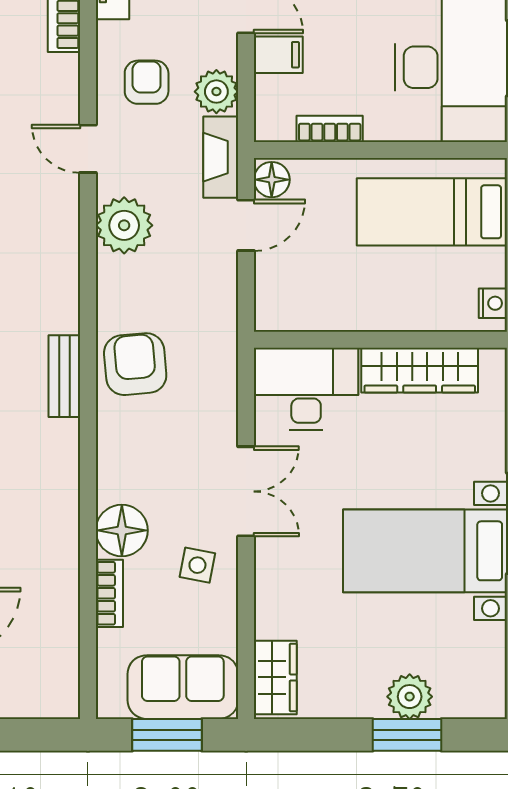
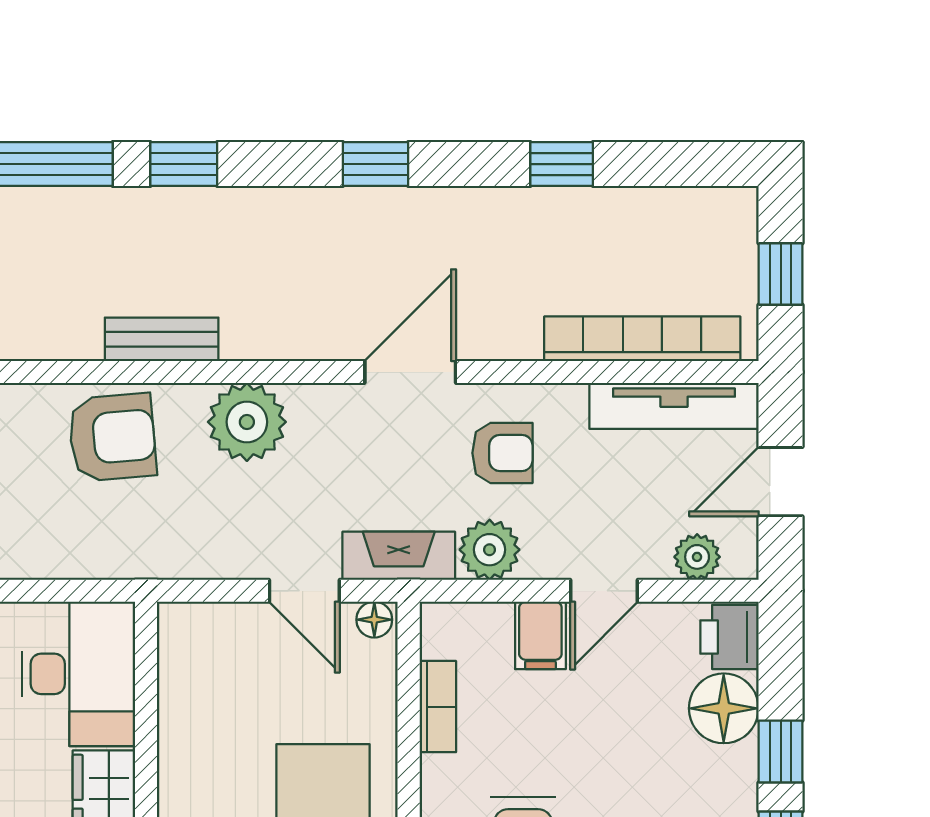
door: (88, 149) -> (410, 372), width x1.38
floor lamp: (272, 180) -> (374, 620), width x0.73, depth x0.73
plant: (124, 225) -> (247, 422), moved
bench: (64, 376) -> (162, 339), moved

